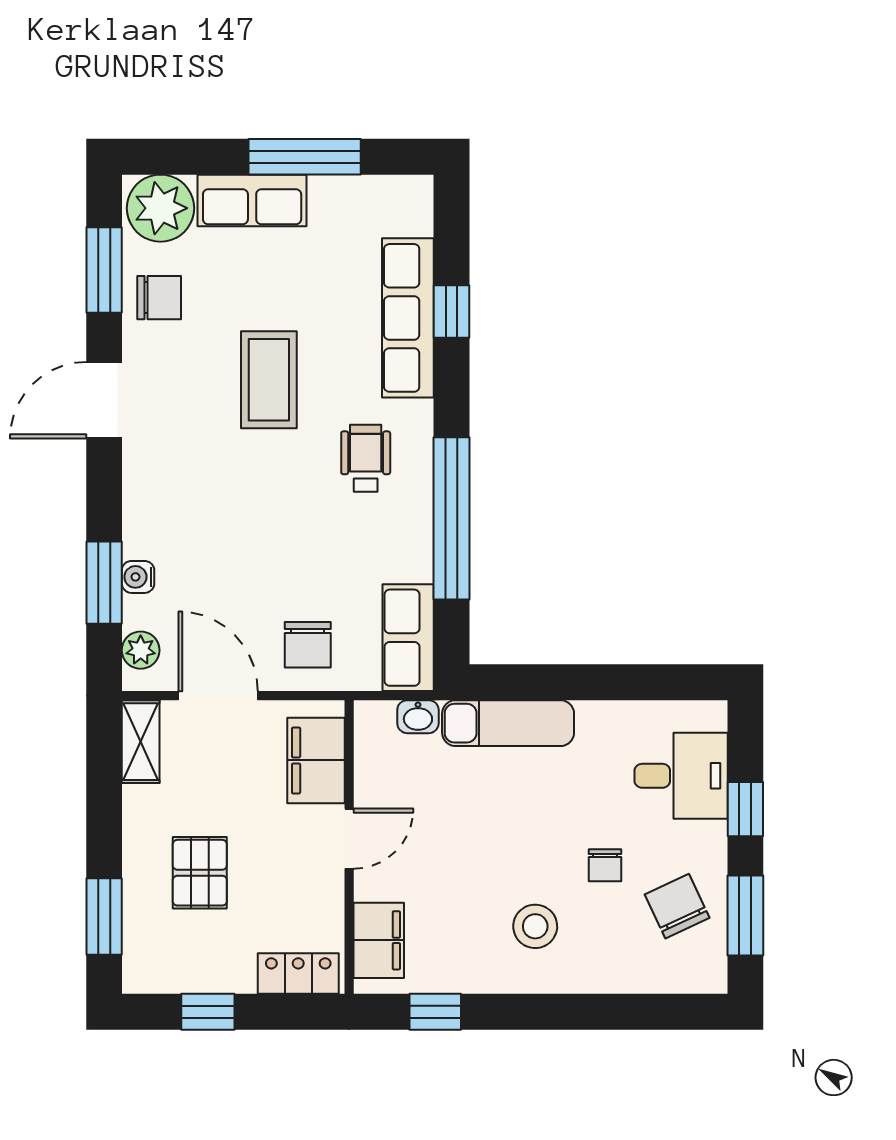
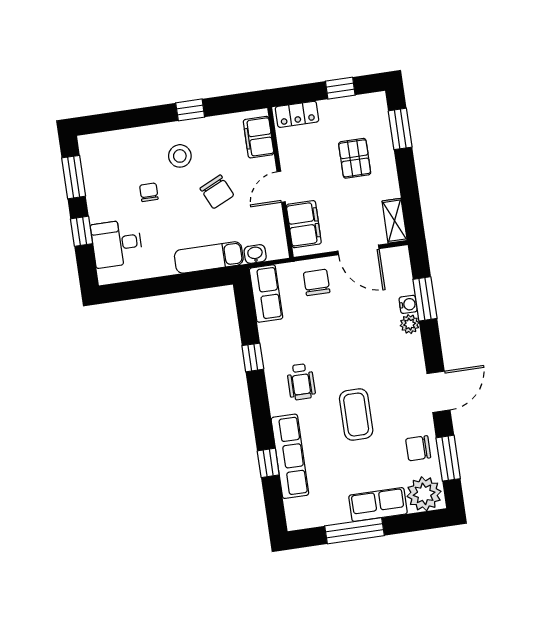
window: (451, 518) -> (253, 357), width x0.32
plant: (141, 650) -> (410, 324), moved
chair: (677, 906) -> (217, 192), moved
window: (435, 1012) -> (190, 110), moved

